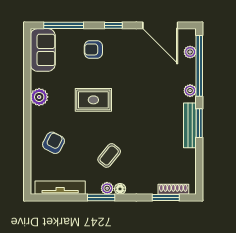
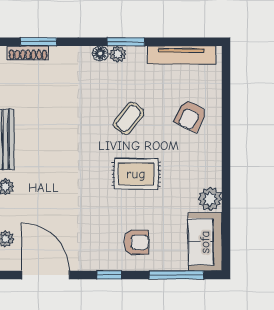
plant: (39, 97) -> (210, 199), moved
coffee table: (109, 155) -> (129, 118), moved

